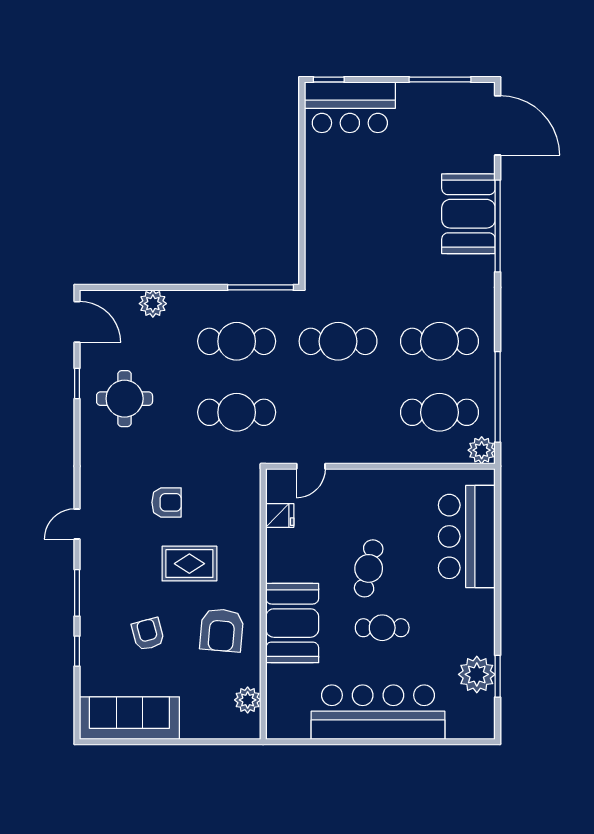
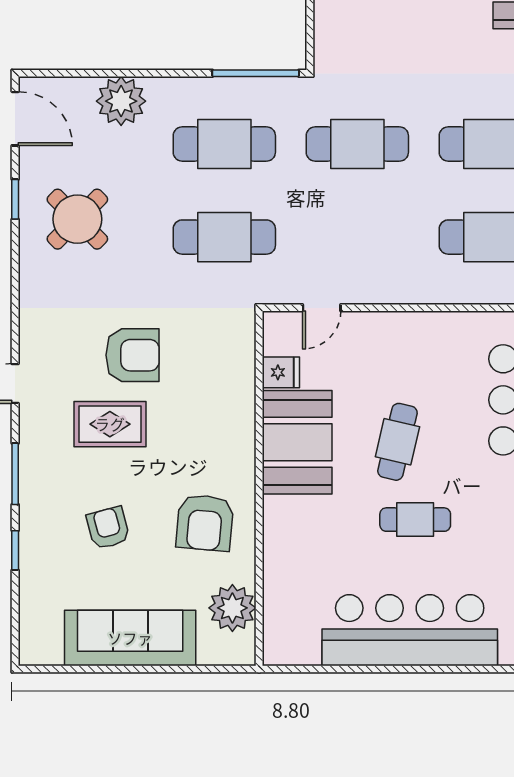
plant: (153, 304) -> (121, 101), width x1.36, depth x1.36
round table: (125, 399) -> (77, 219), turned 45
armchair: (167, 502) -> (133, 355), width x1.38, depth x1.38
rug: (189, 564) -> (110, 424), moved
booth: (292, 623) -> (297, 442), moved
plant: (248, 700) -> (232, 608), width x1.36, depth x1.36
sofa: (129, 718) -> (130, 638), moved

